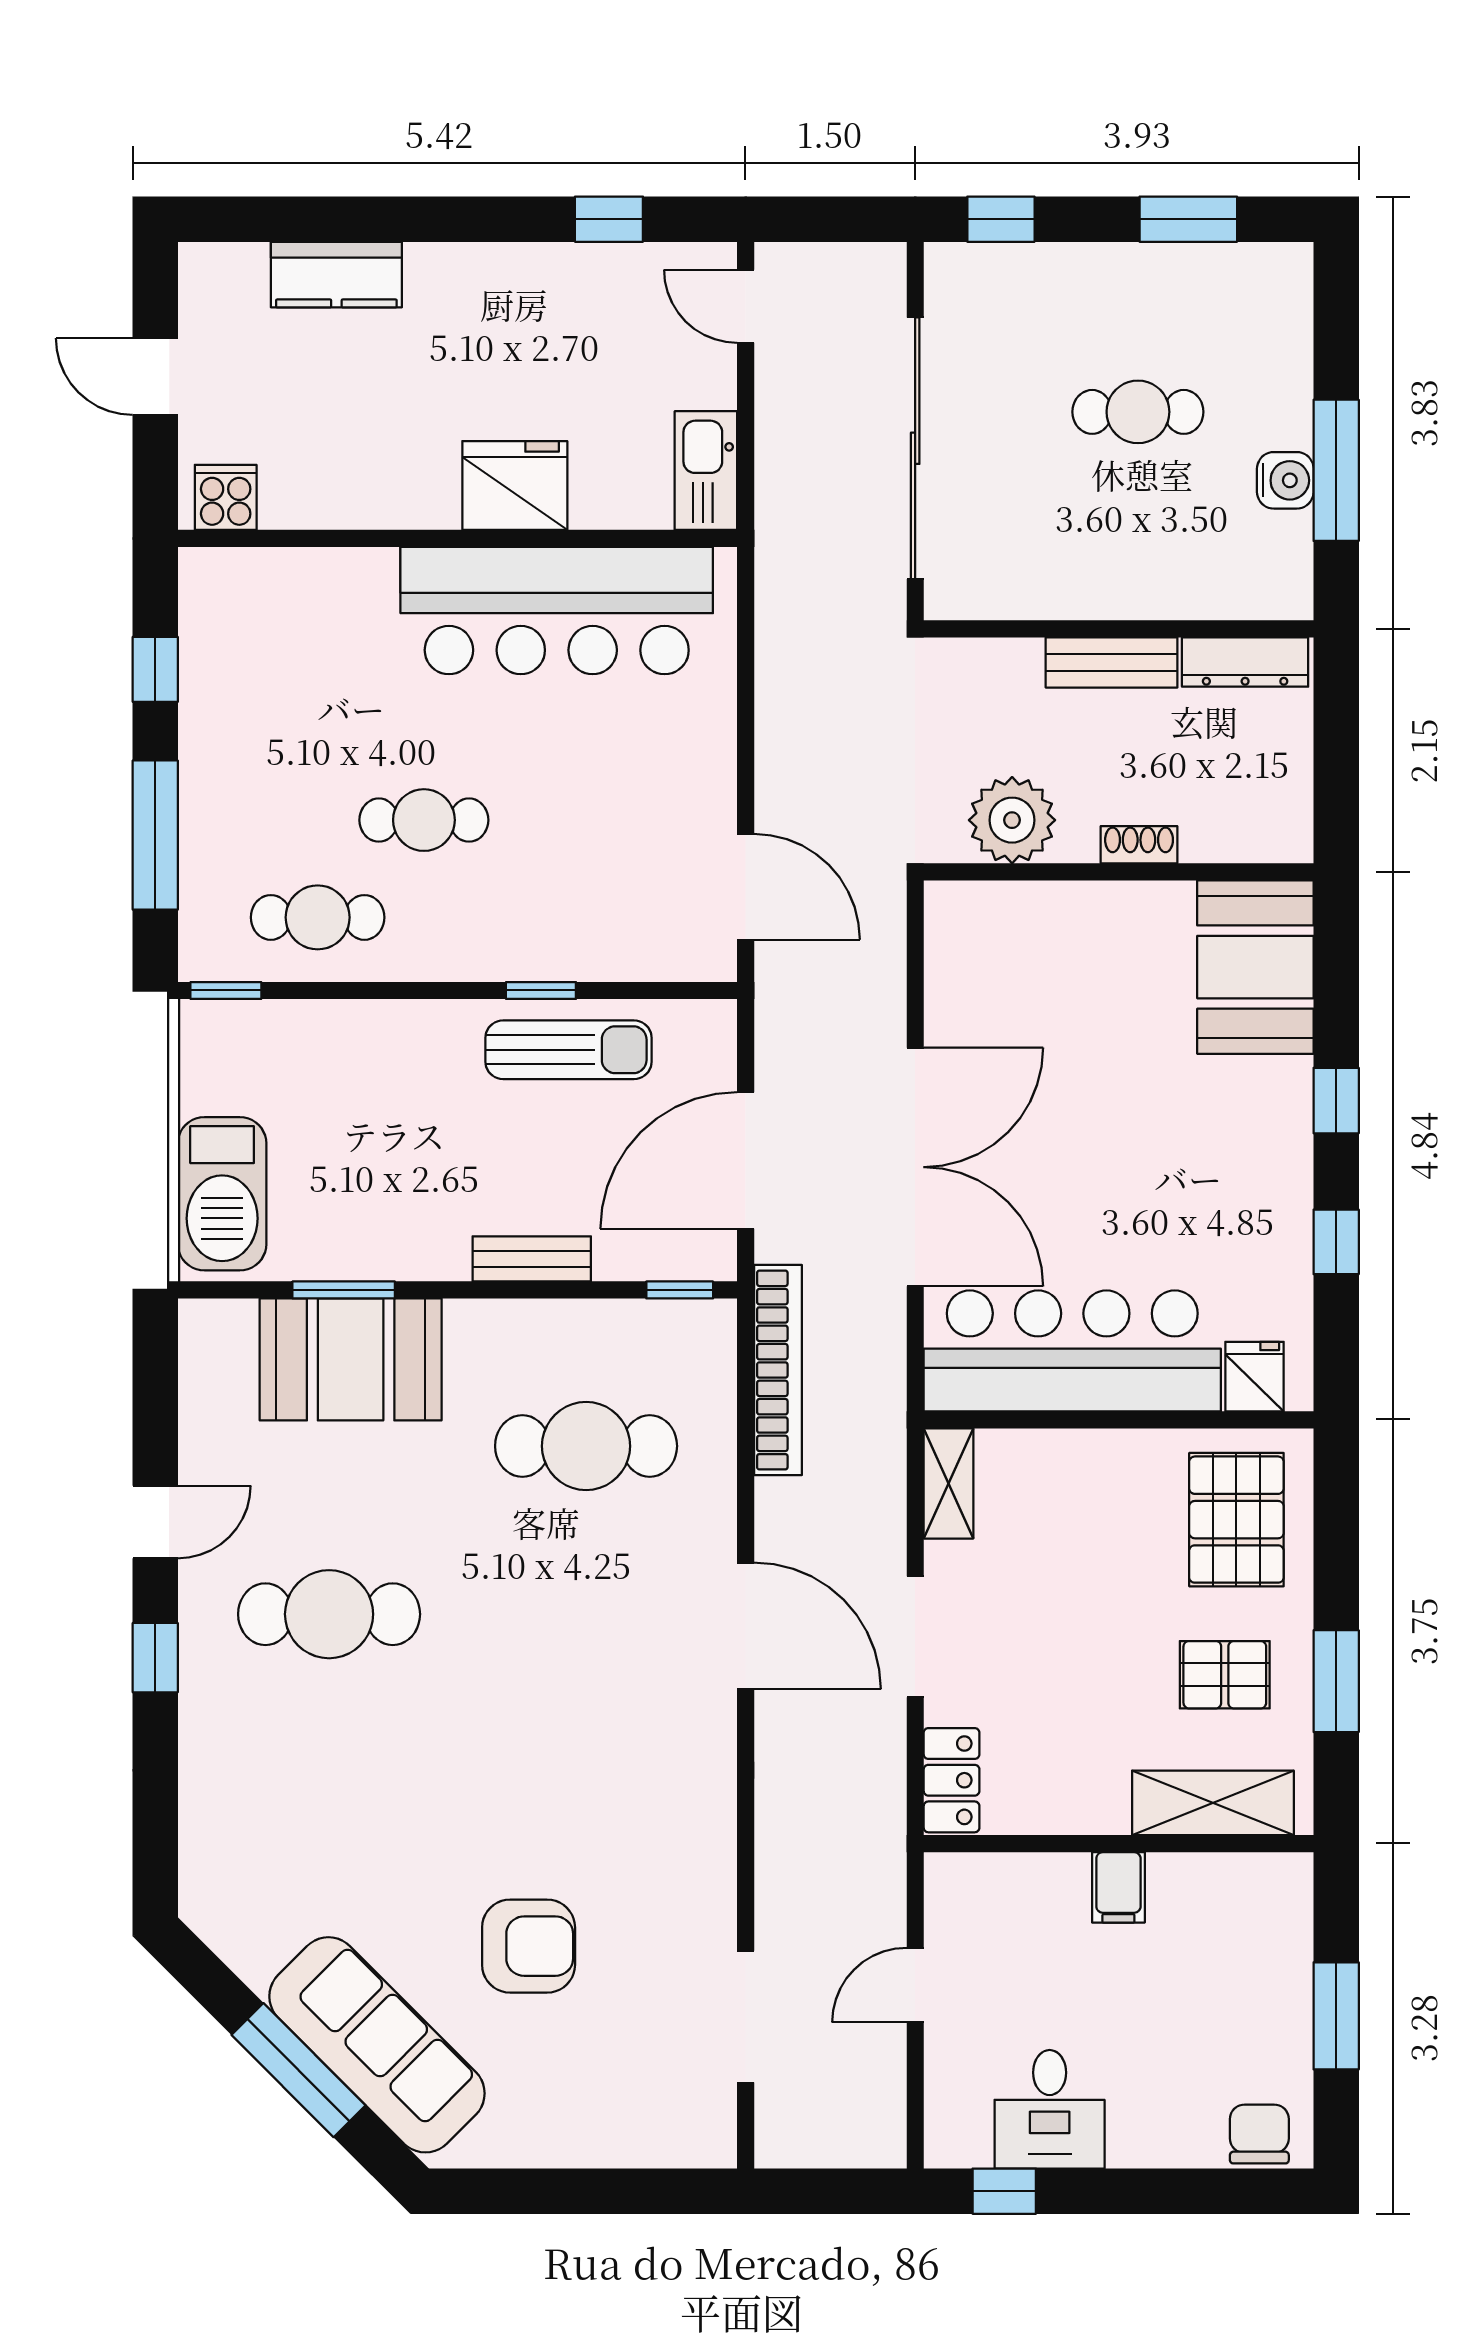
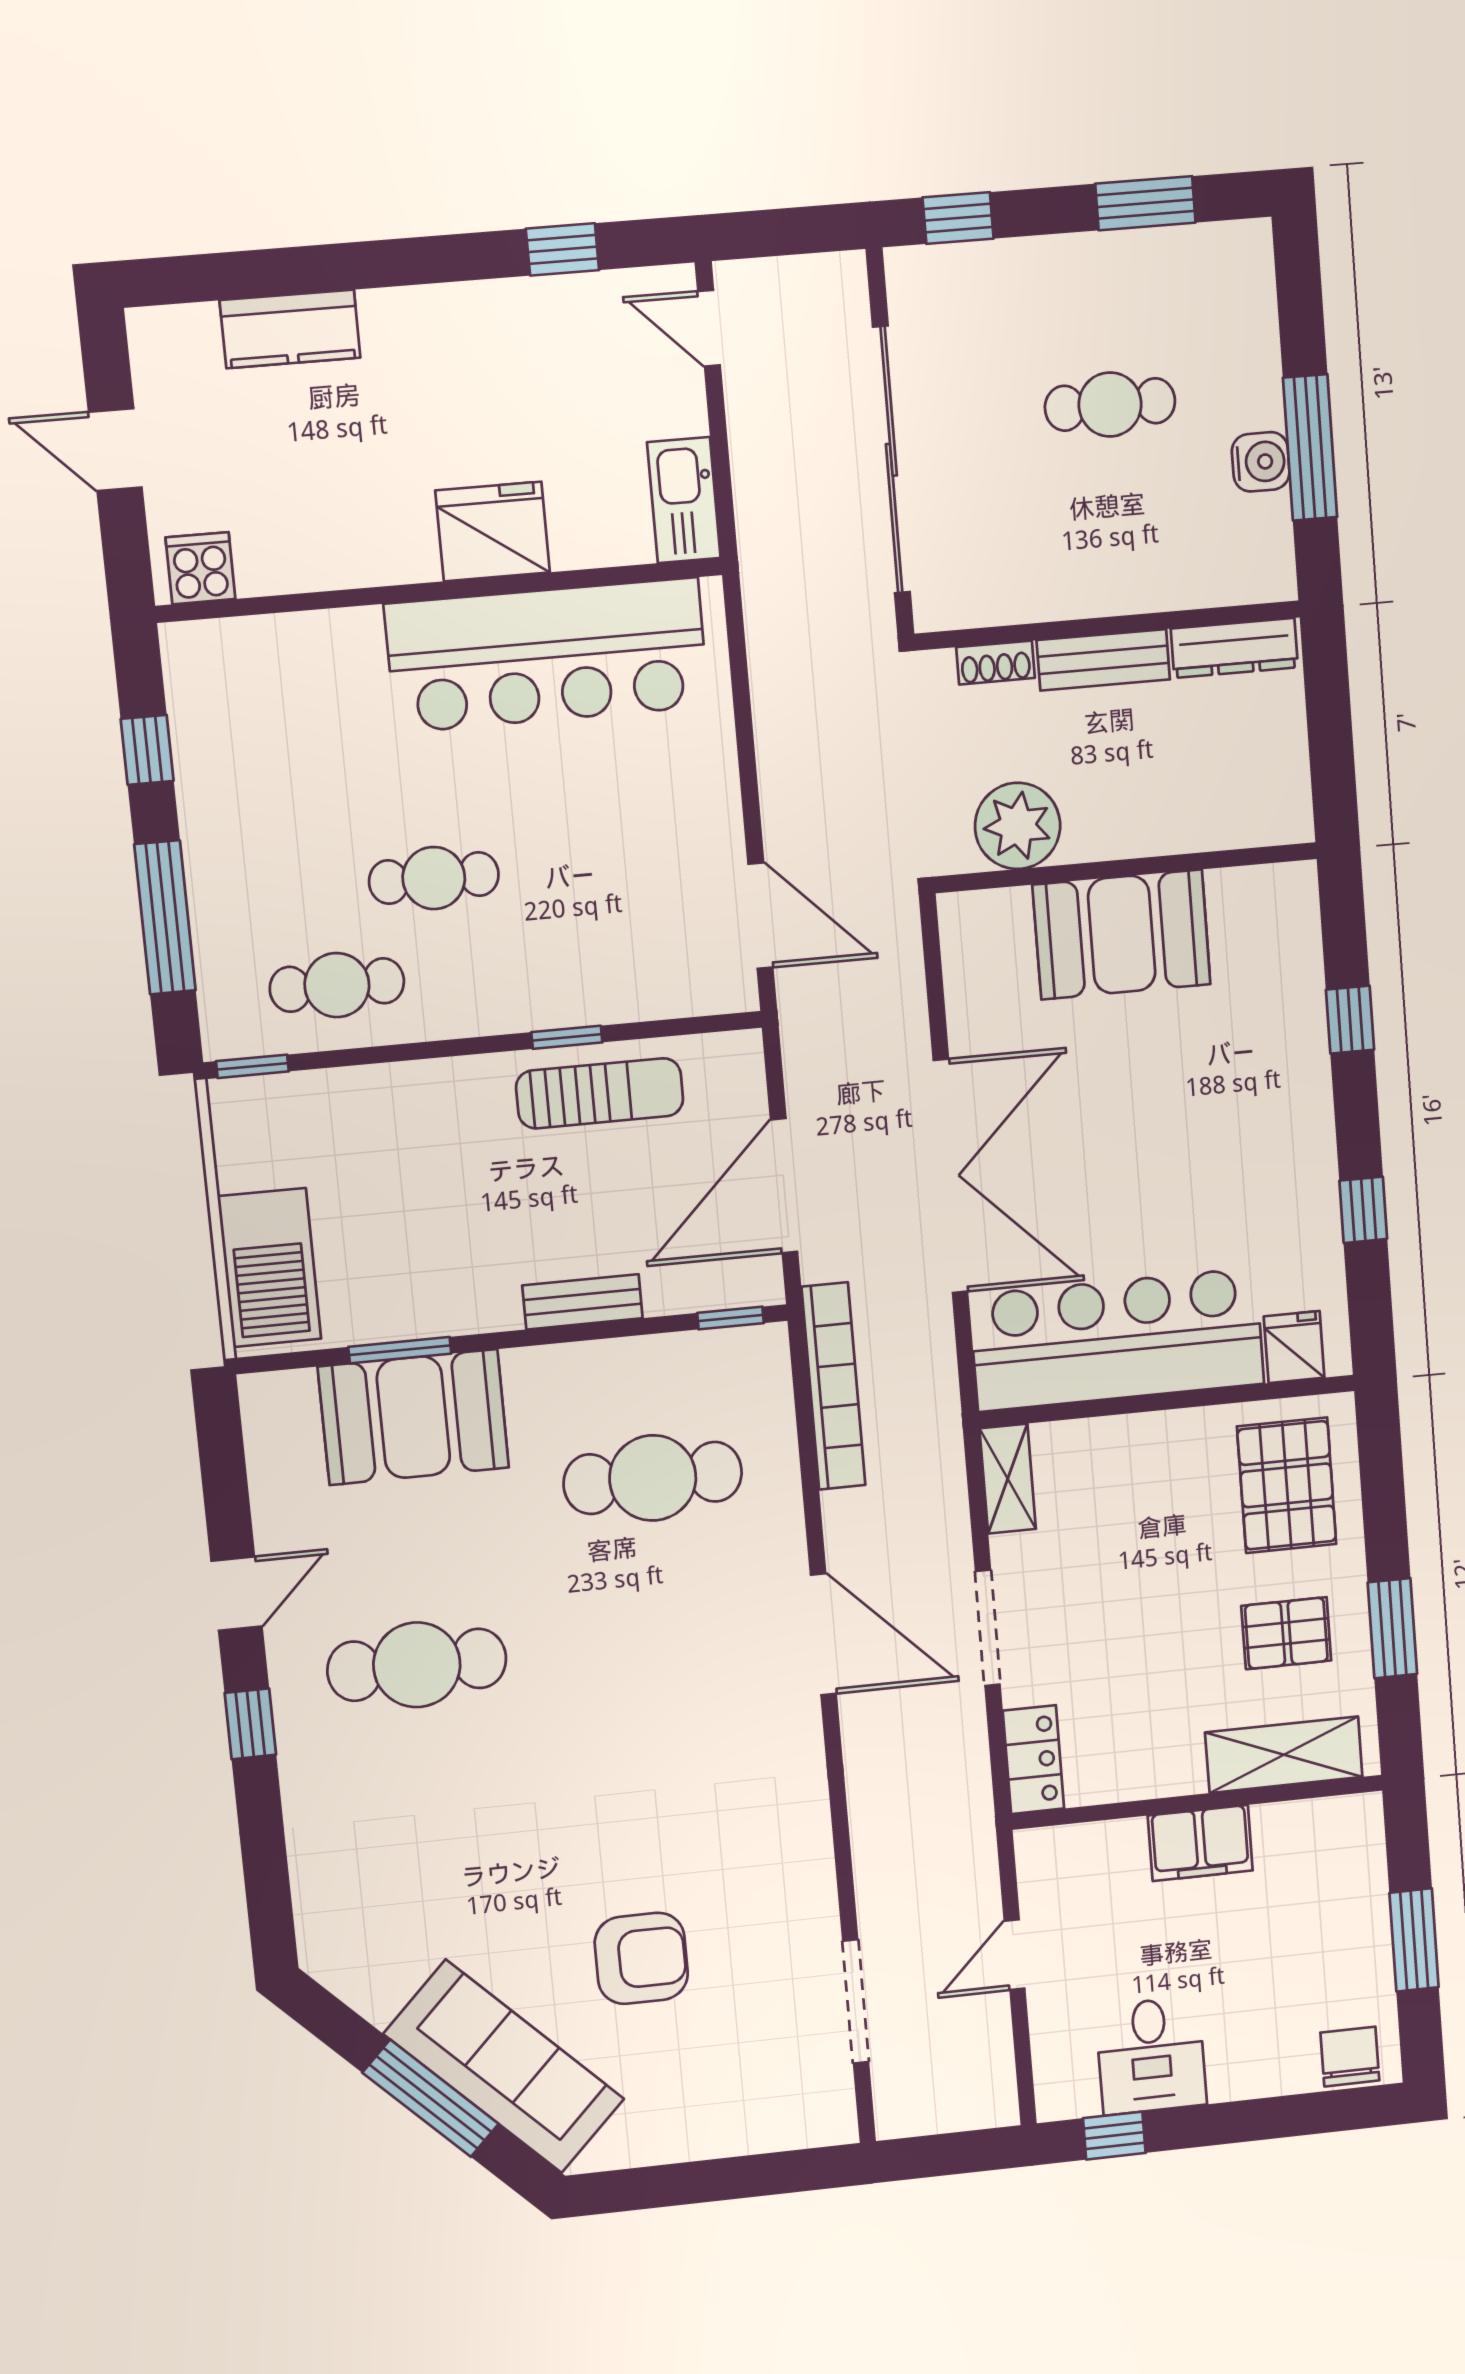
shoe rack: (1139, 845) -> (995, 663), moved, turned 180
booth: (1255, 967) -> (1122, 935), moved, turned 90
window: (1336, 1101) -> (1350, 1020), moved
filing cabinet: (1118, 1887) -> (1200, 1843), width x2.00

